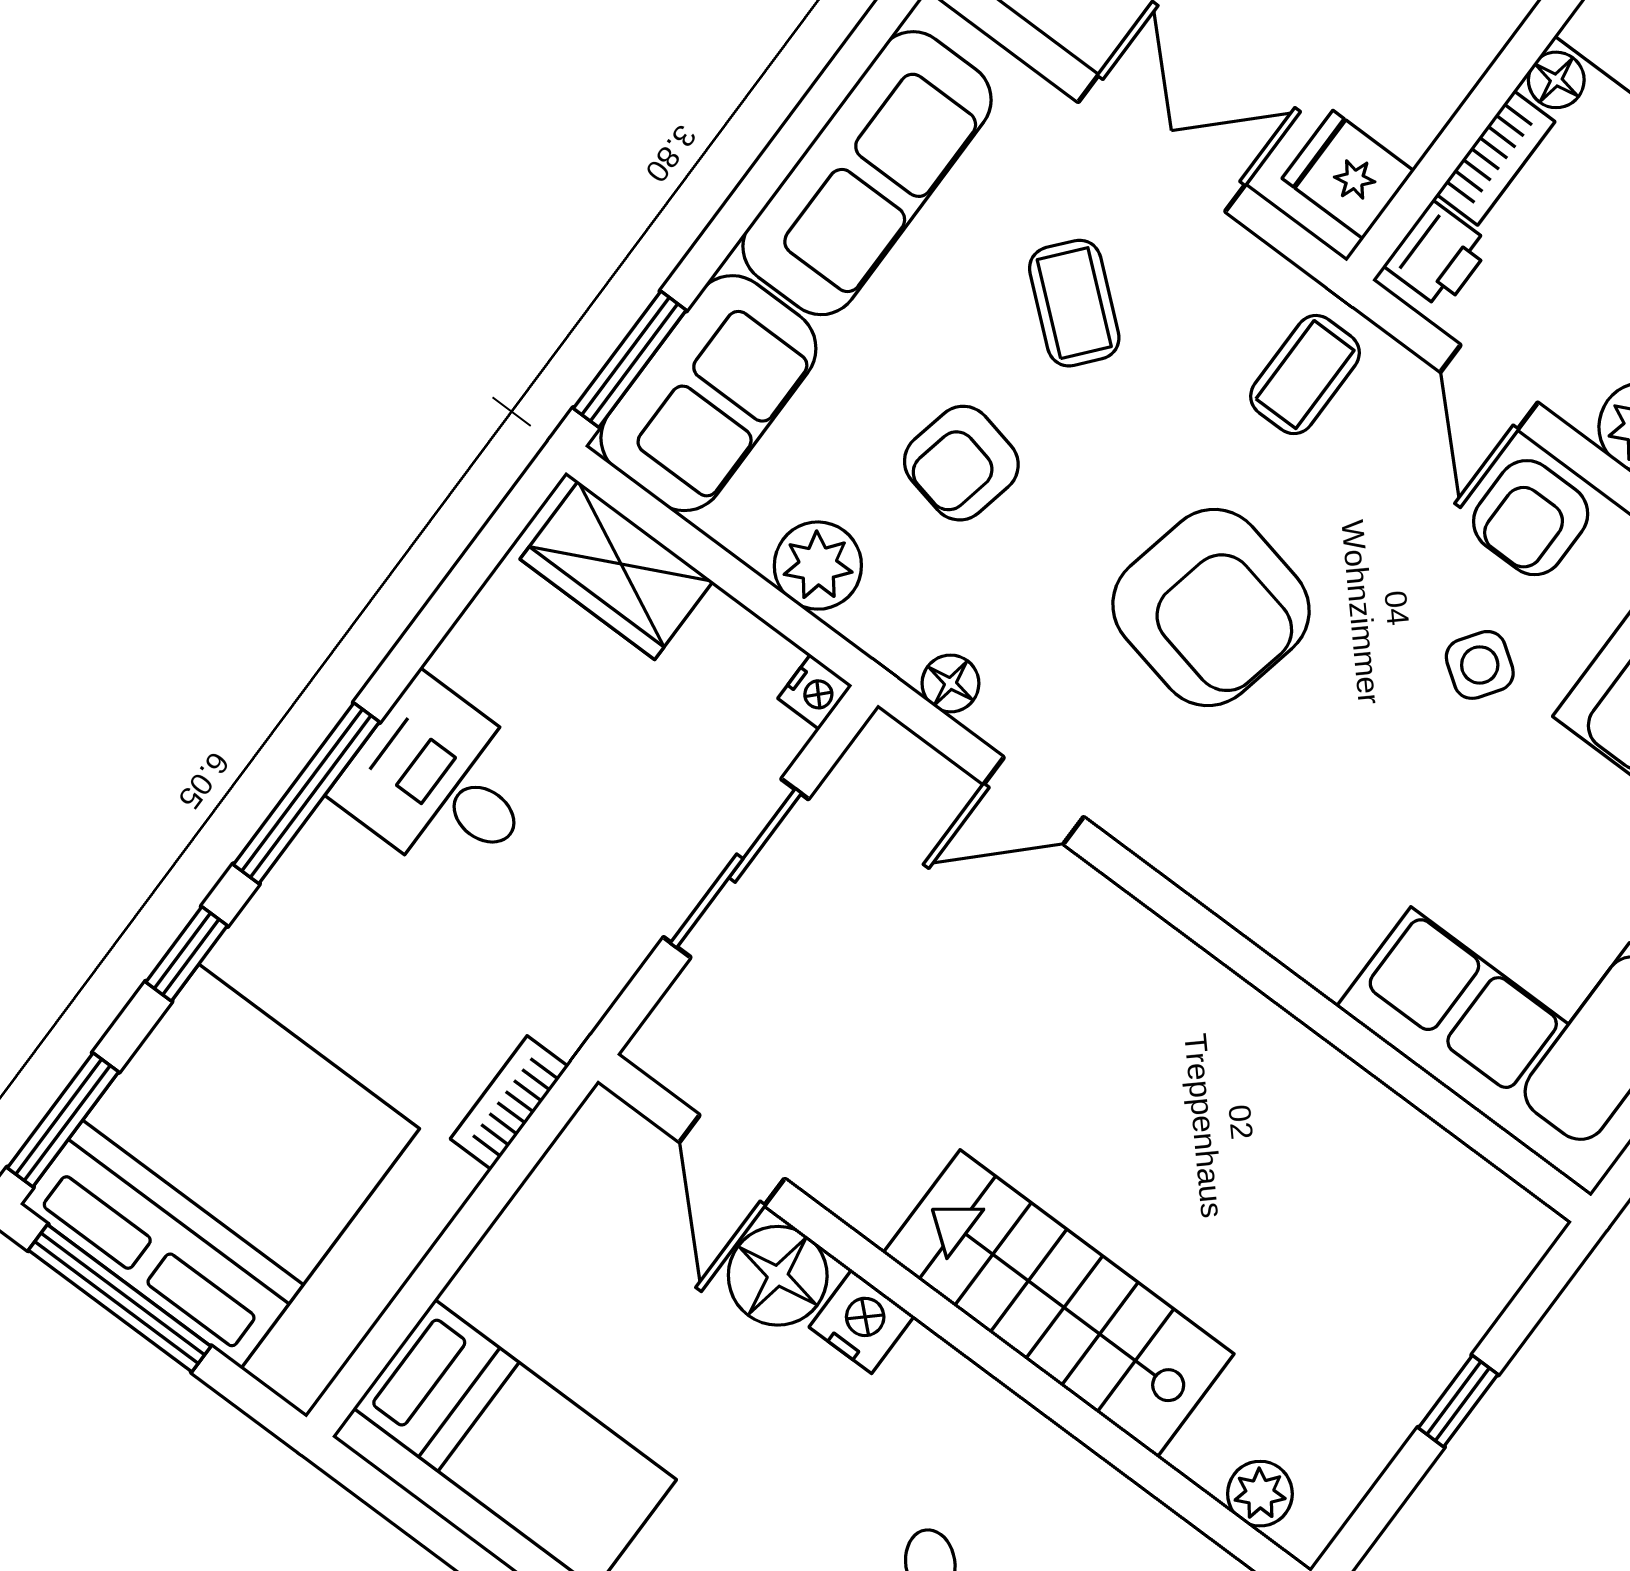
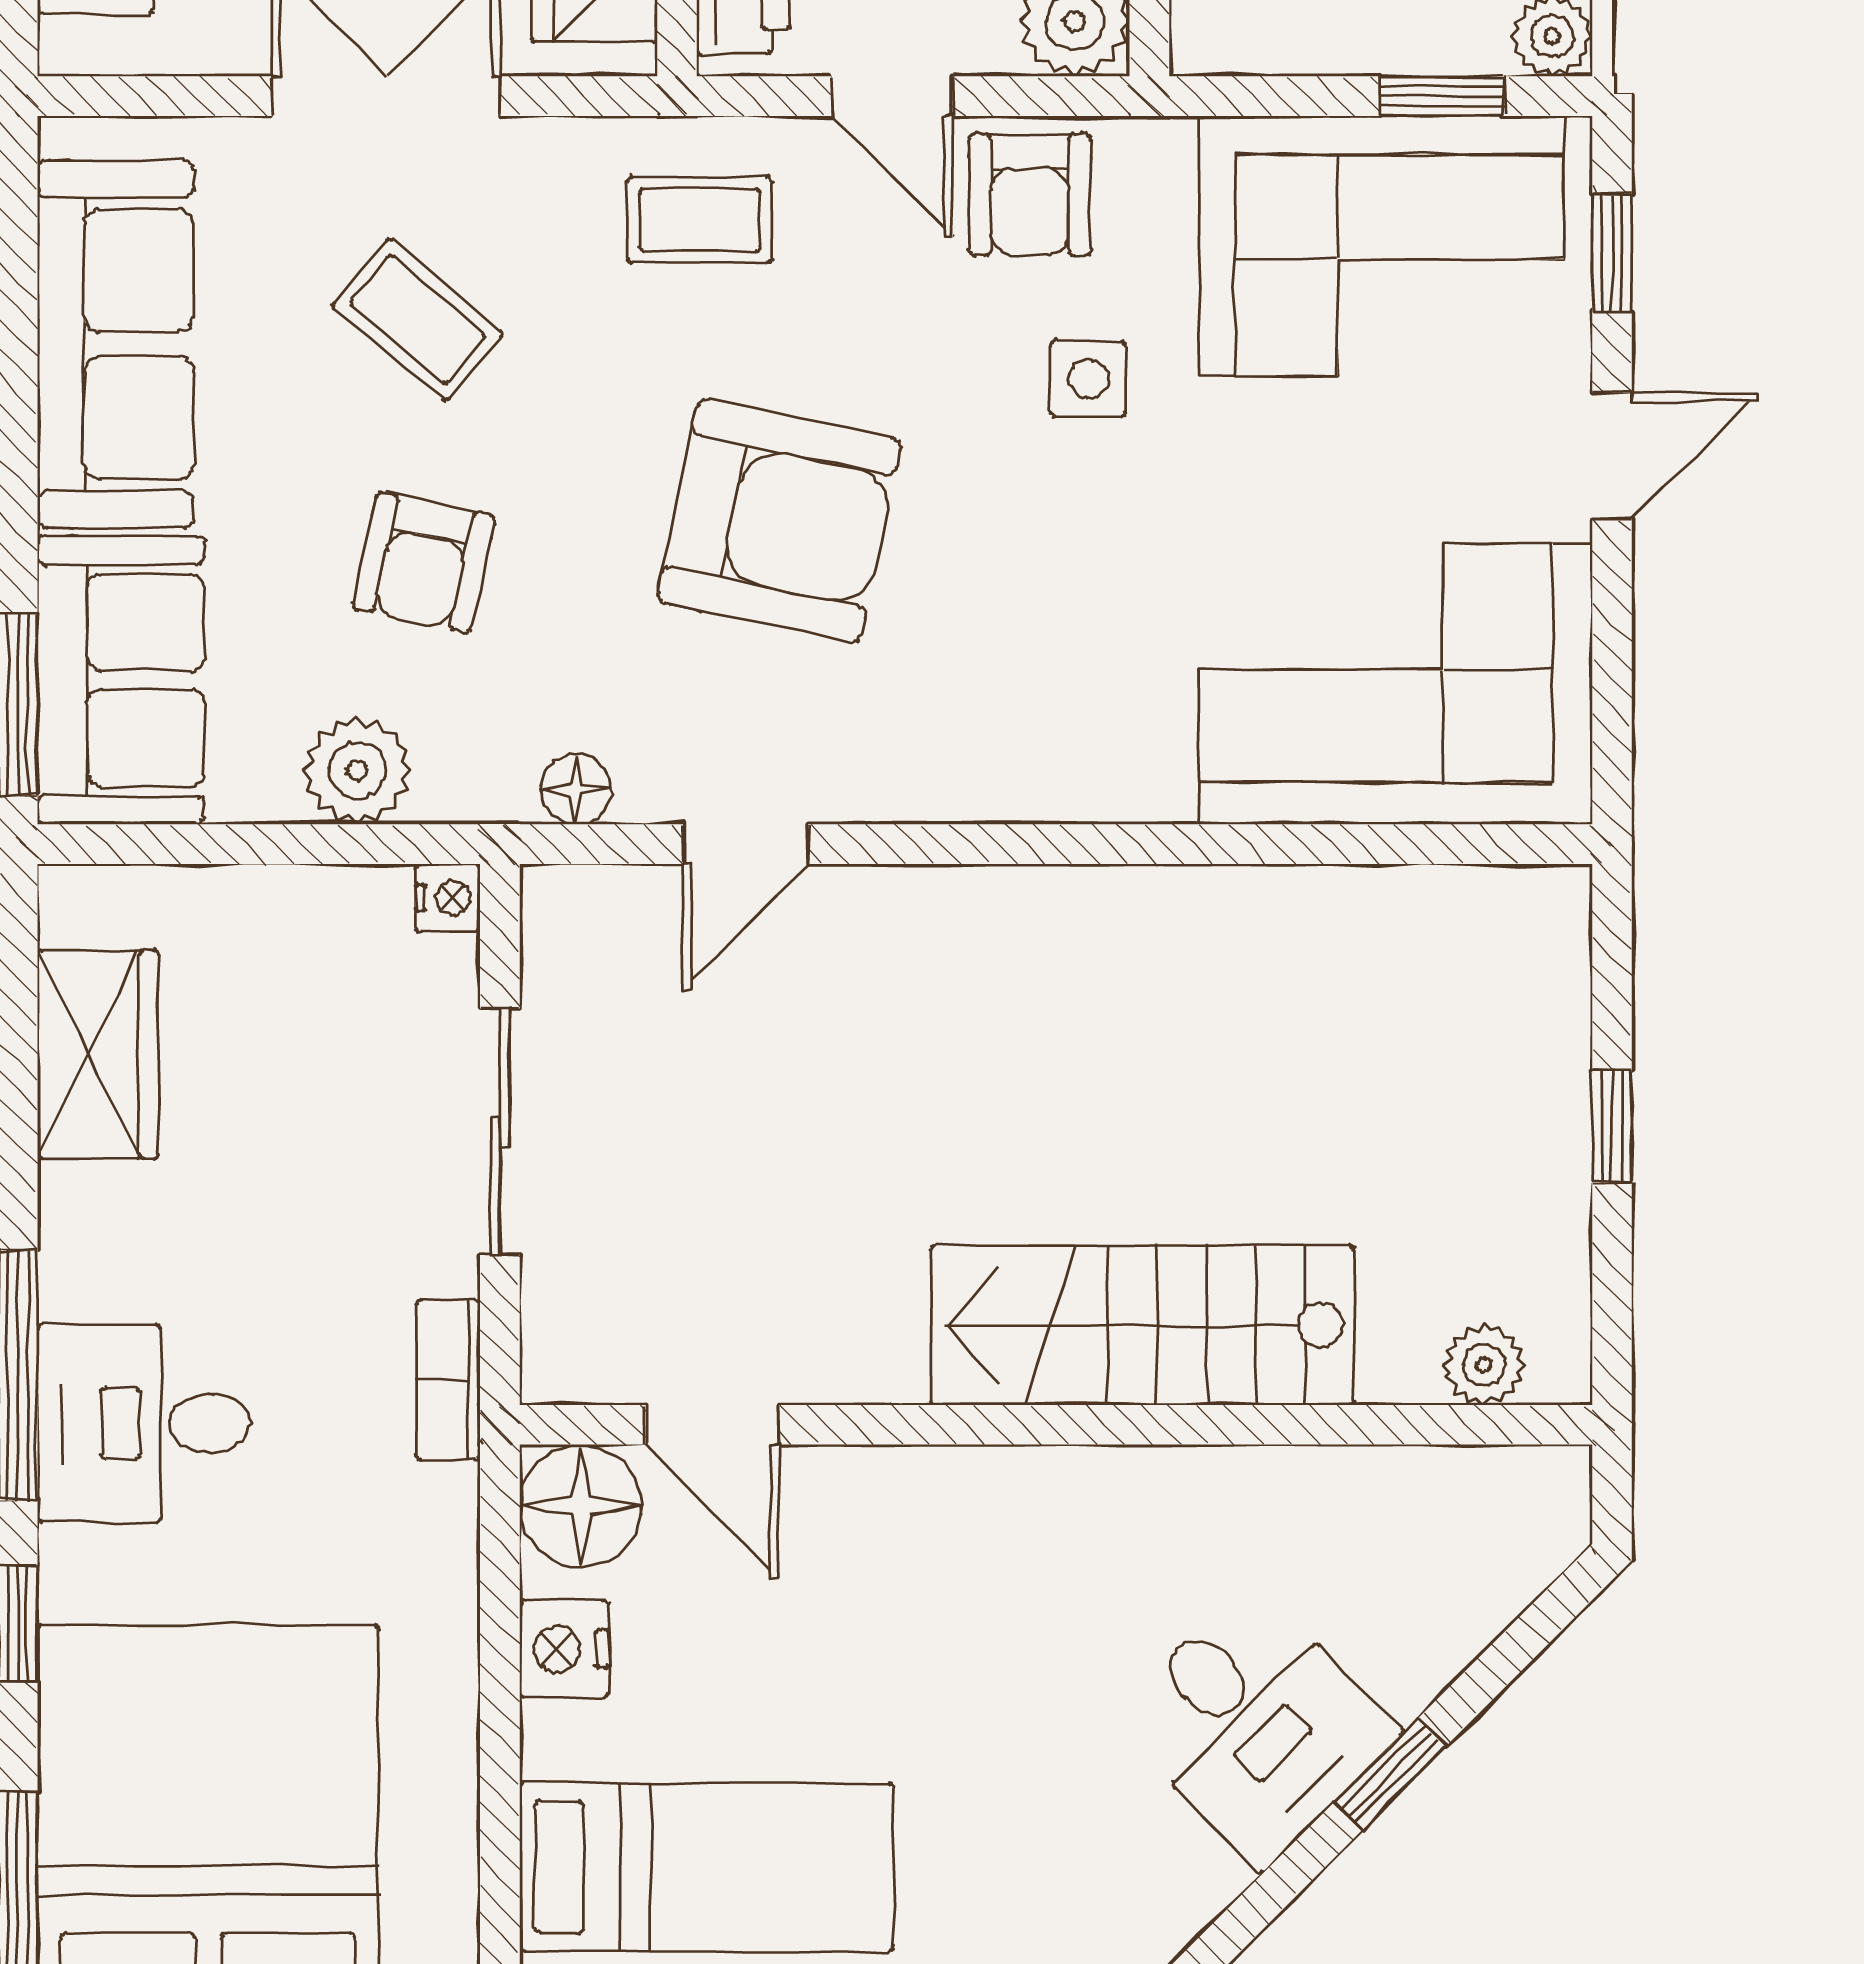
coffee table: (1305, 375) -> (700, 220), turned 90
wardrobe: (616, 570) -> (98, 1054), moved, turned -90
side table: (1480, 665) -> (1088, 379), turned -35
desk: (441, 783) -> (144, 1423), moved
bookcase: (509, 1103) -> (448, 1380), moved
floor lamp: (778, 1276) -> (581, 1506), moved
nightstand: (862, 1322) -> (564, 1649), moved, turned -90

